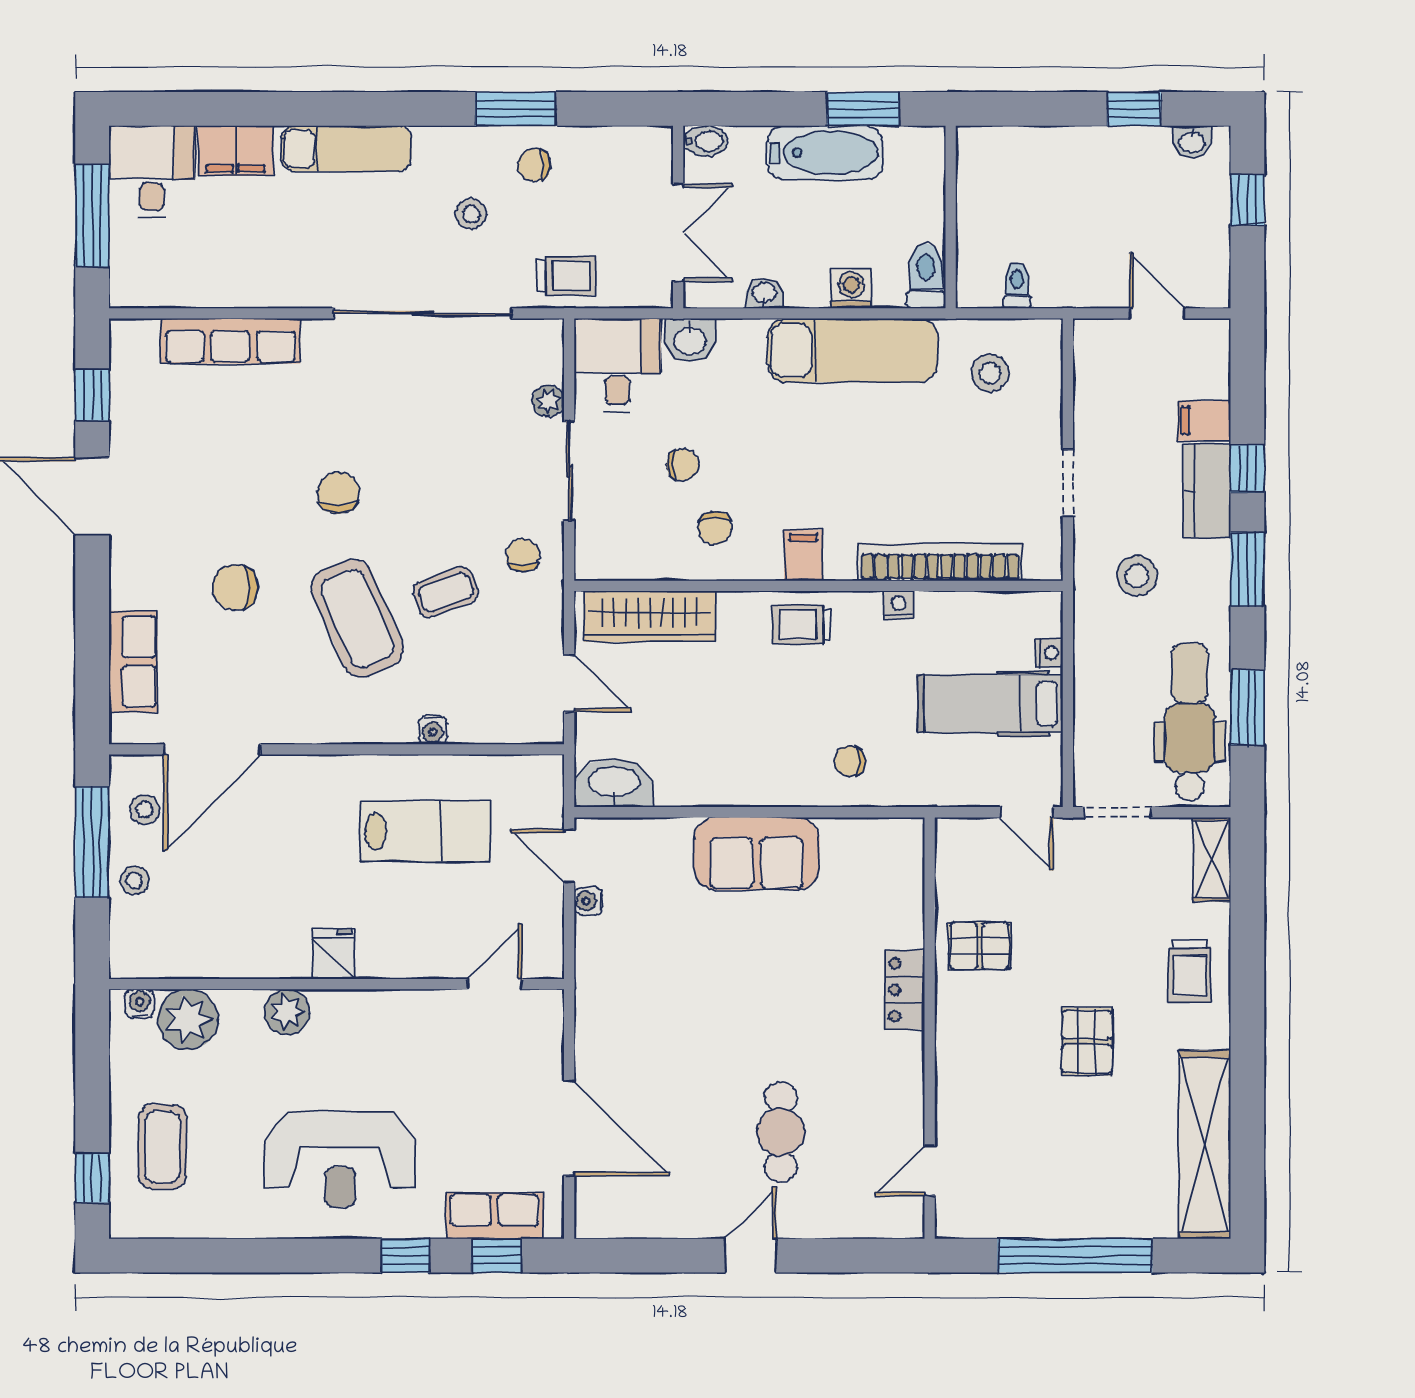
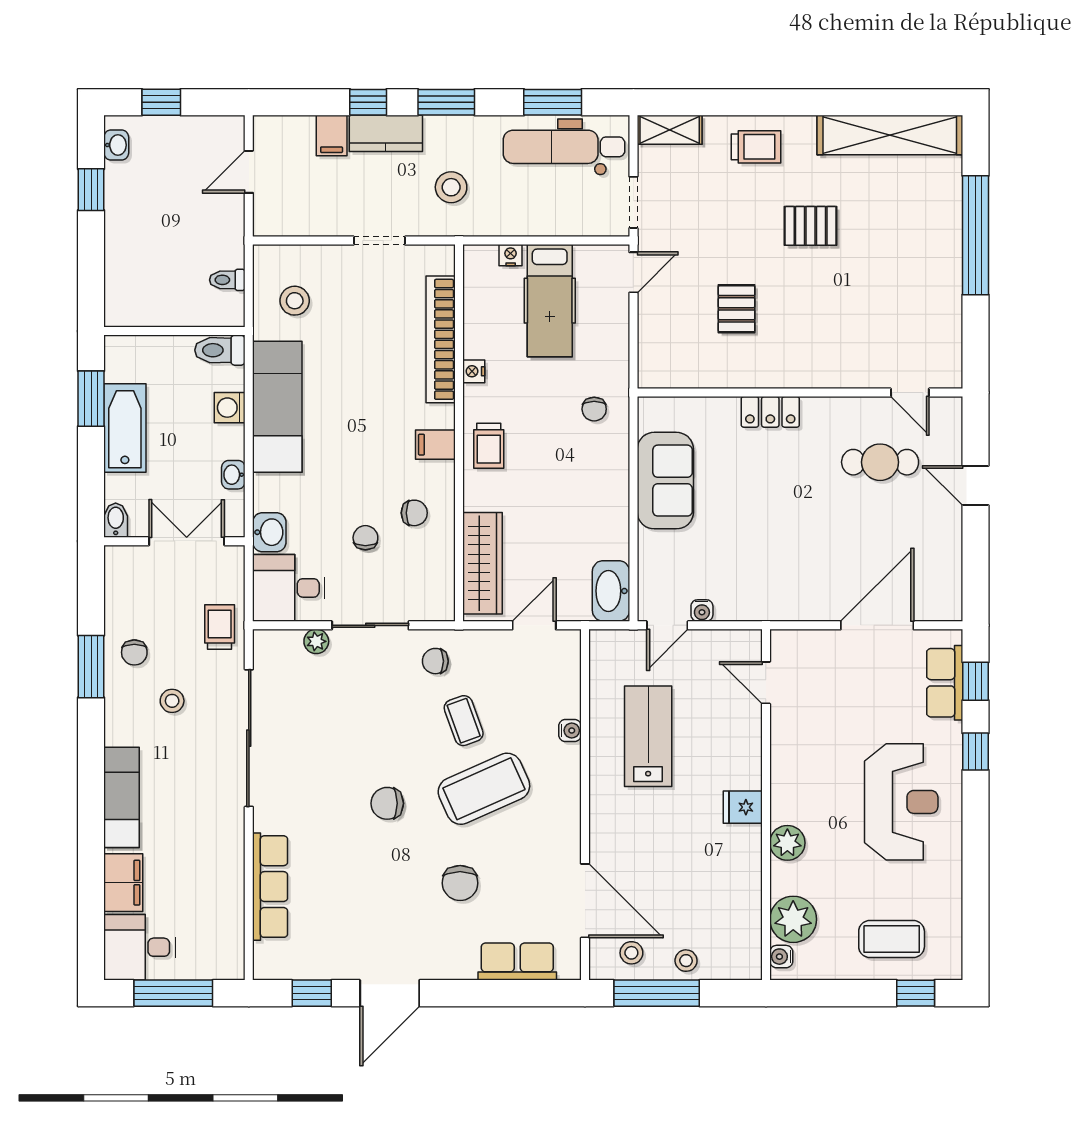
locker: (905, 990) -> (770, 412), moved
wall: (930, 1028) -> (800, 393), moved
door: (930, 1171) -> (910, 393), moved

